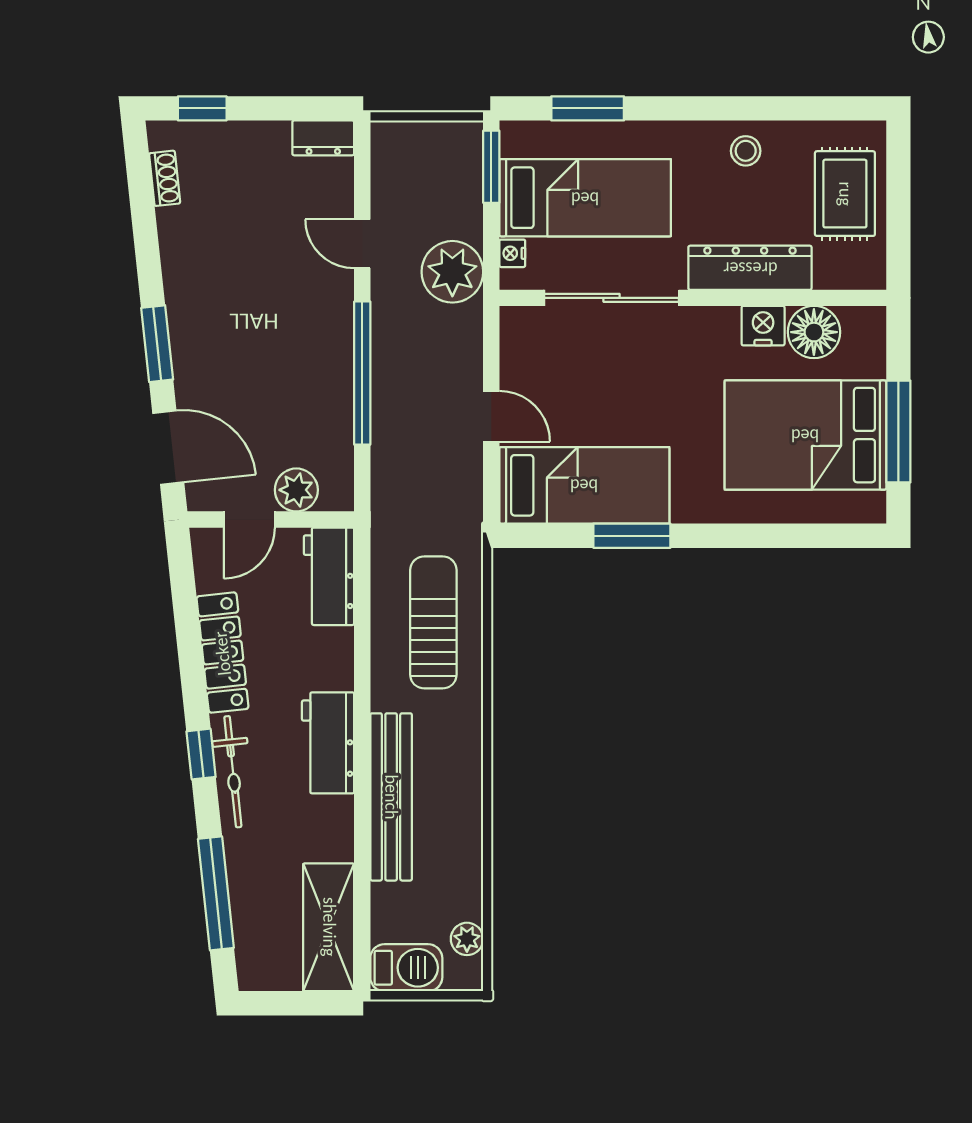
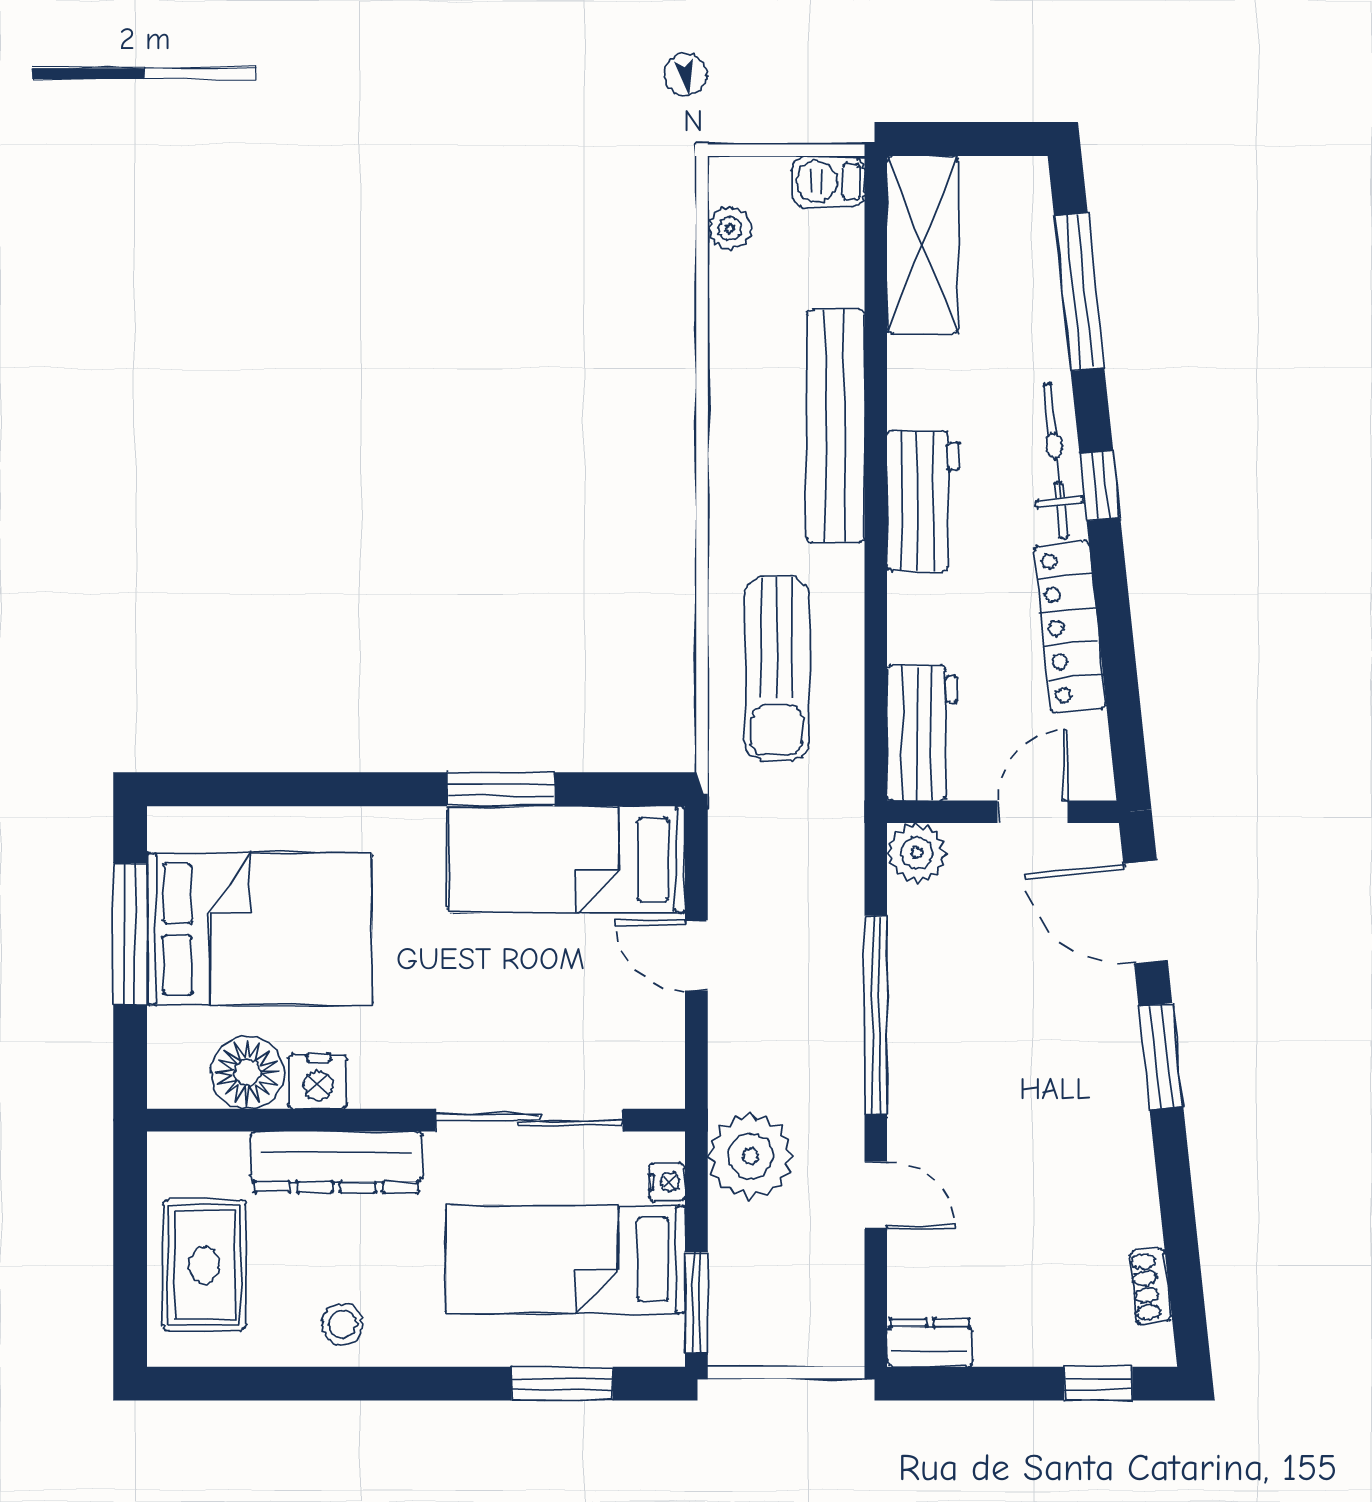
plant: (296, 490) -> (917, 853), moved
barbecue: (406, 968) -> (828, 182), width x0.73, depth x0.79

